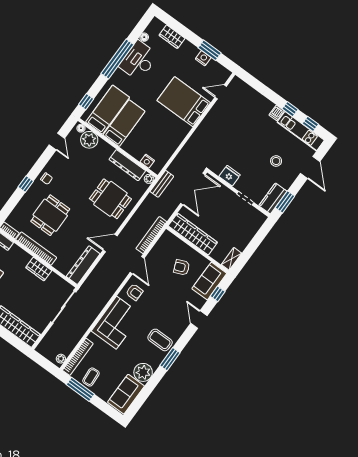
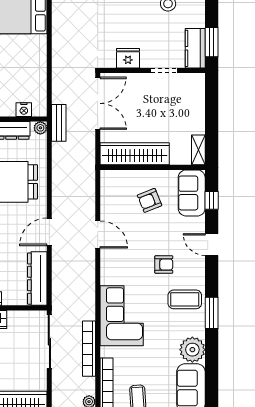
bookcase: (151, 235) -> (89, 349), moved
armchair: (134, 292) -> (164, 264), moved

